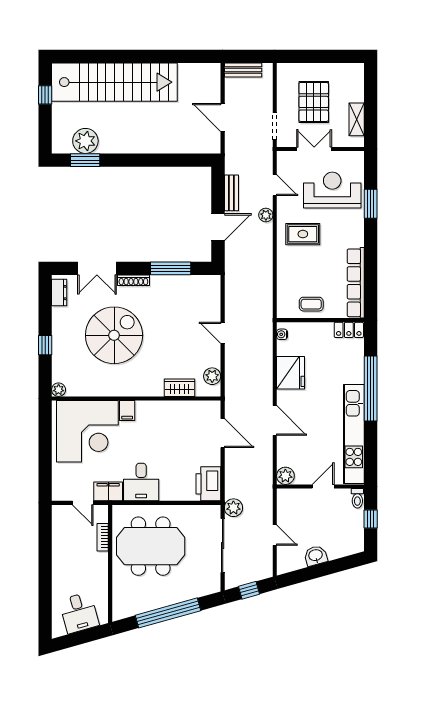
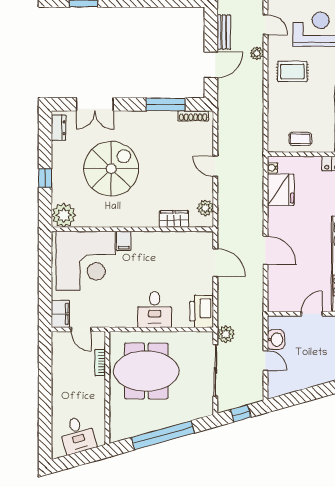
shoe rack: (133, 280) -> (193, 116), moved
fridge: (291, 373) -> (281, 190), moved
plant: (59, 390) -> (64, 215), width x1.87, depth x1.87
plant: (285, 476) -> (276, 304), removed
desk: (141, 482) -> (155, 310), moved
filing cabinet: (108, 491) -> (60, 314), moved, turned 90
washbasin: (316, 556) -> (276, 340), moved, turned 106

